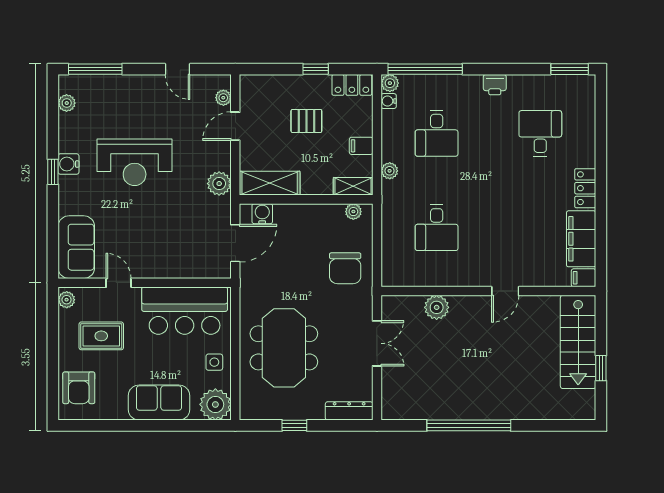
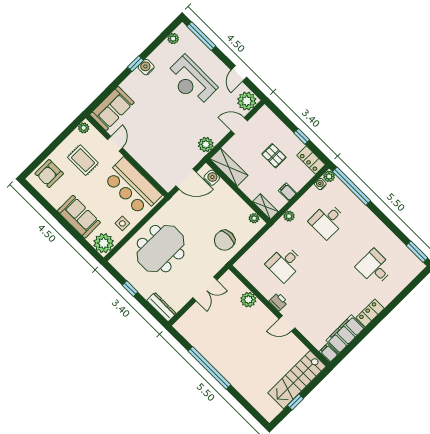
printer: (495, 85) -> (278, 302), moved, turned 180
plant: (223, 98) -> (247, 101), width x1.88, depth x1.88
desk: (540, 133) -> (375, 268), turned -90
reception desk: (135, 162) -> (191, 81), moved

